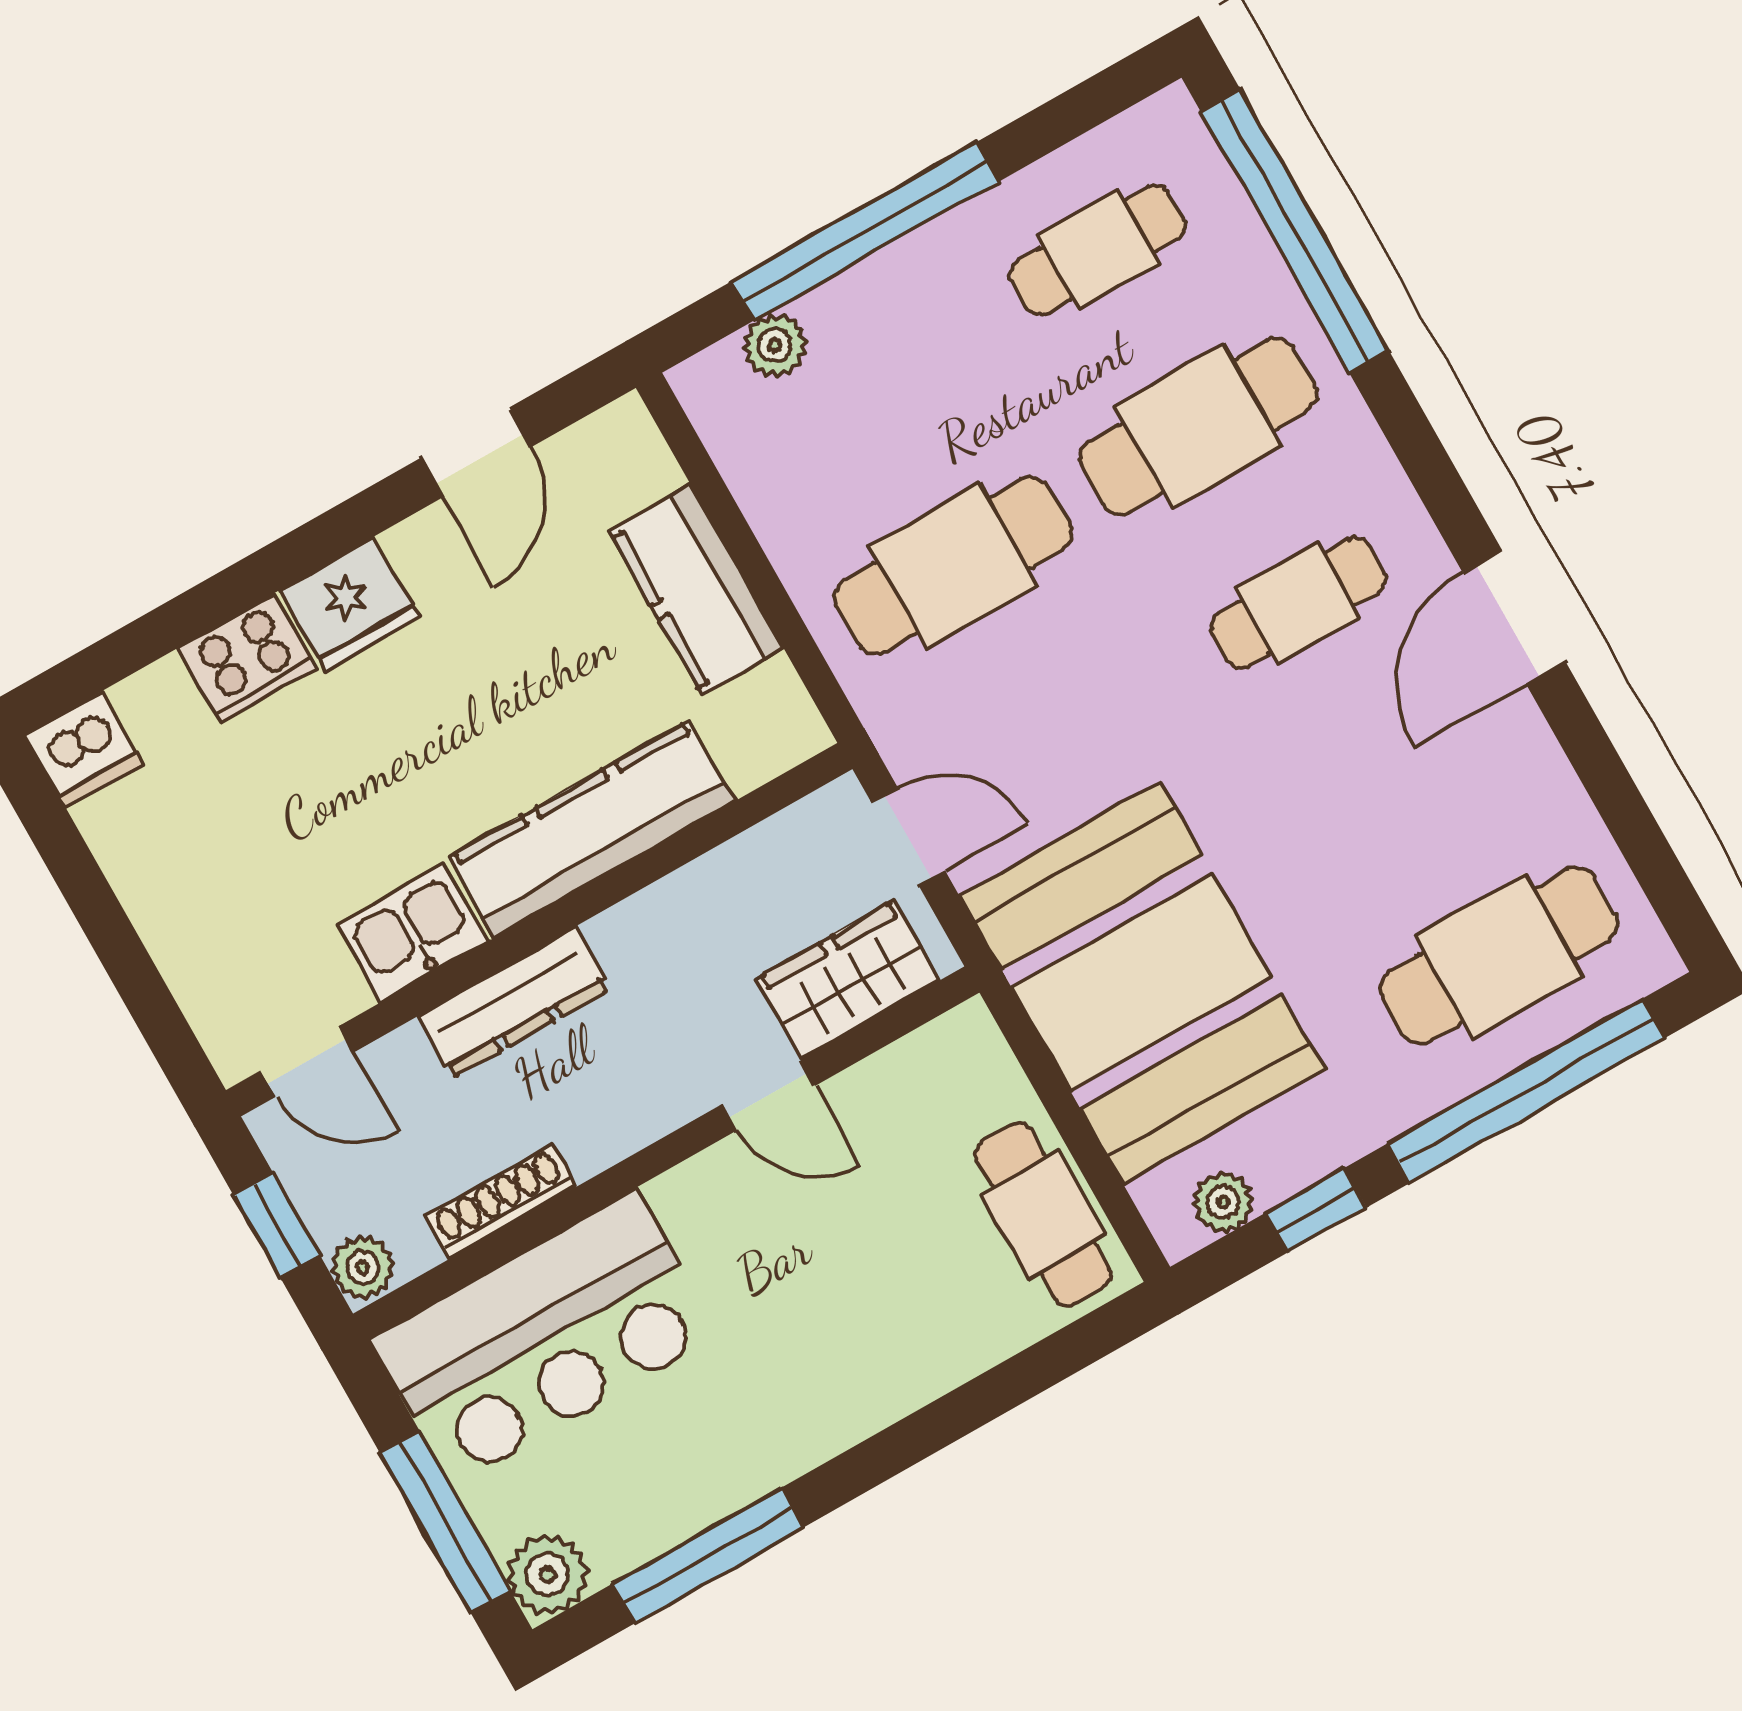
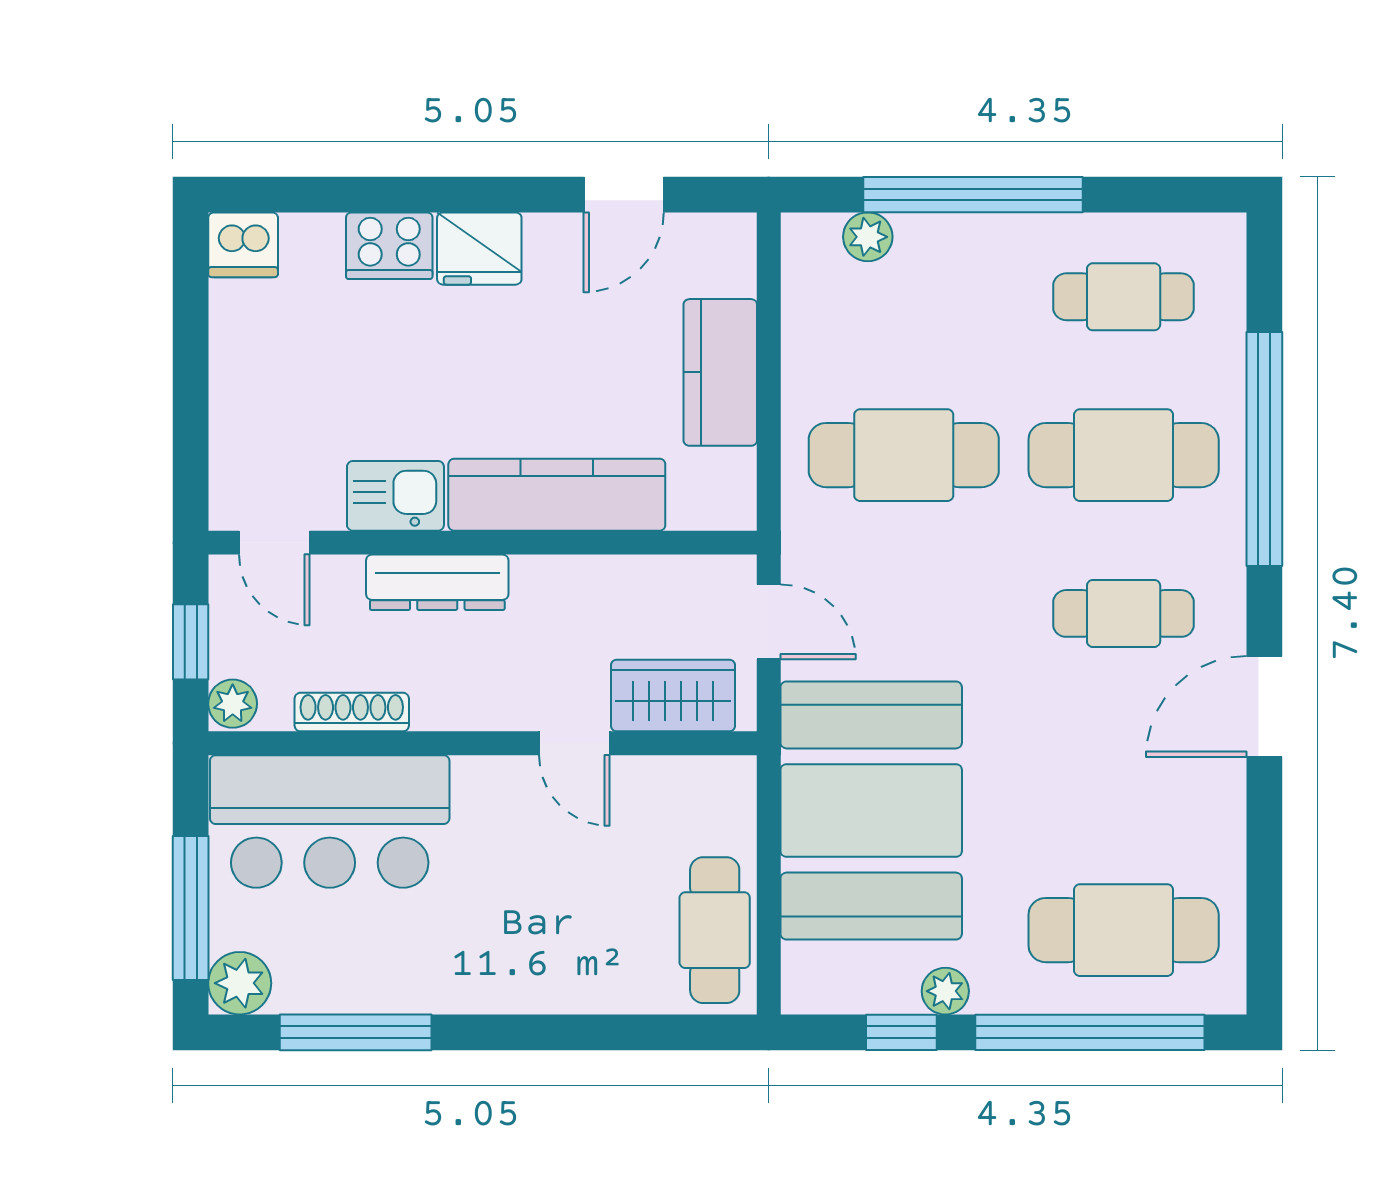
window: (1295, 231) -> (1264, 449), moved
plant: (1223, 1202) -> (945, 991), moved

